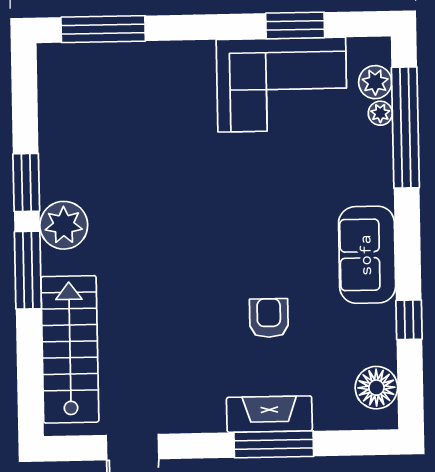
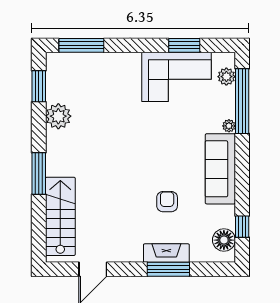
plant: (380, 113) -> (229, 126), moved
window: (26, 182) -> (39, 86), moved
plant: (64, 225) -> (58, 116), moved
sofa: (367, 255) -> (220, 169), width x1.36
window: (409, 320) -> (242, 227), moved

